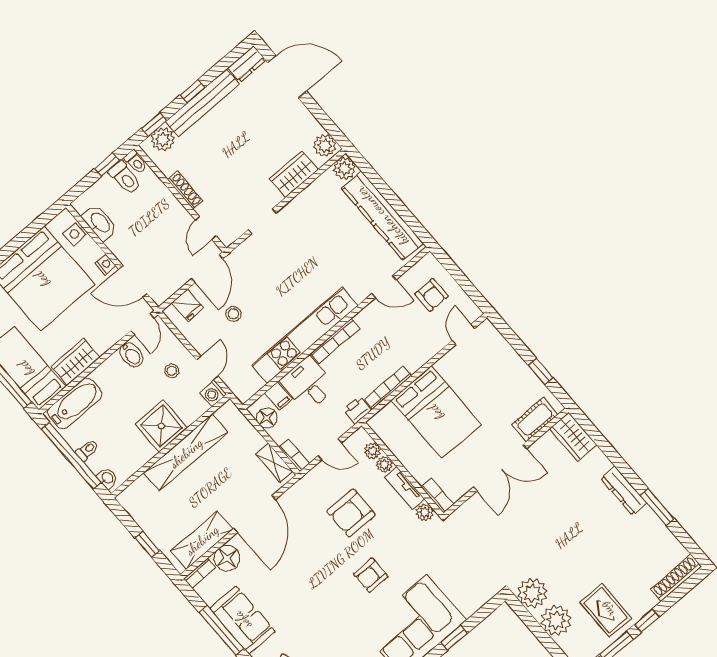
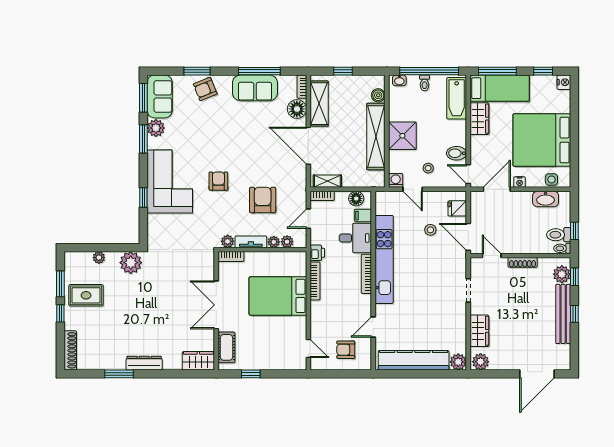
dresser: (247, 64) -> (564, 358), removed
boiler: (141, 487) -> (378, 95), added
plant: (556, 620) -> (99, 258), width x0.53, depth x0.53

